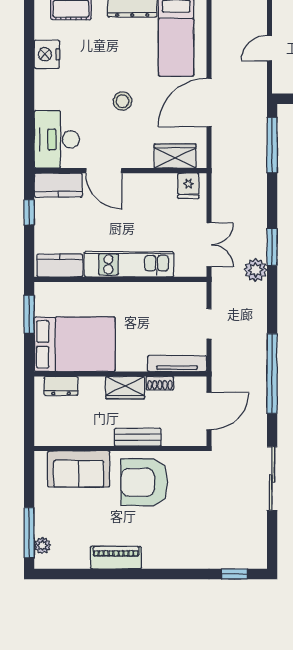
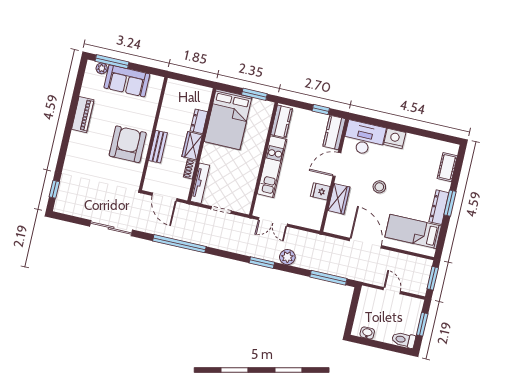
nightstand: (47, 54) -> (395, 139), moved
wardrobe: (175, 156) -> (339, 199), moved
fridge: (188, 186) -> (320, 191), moved
plant: (256, 270) -> (287, 257), moved
dresser: (61, 386) -> (199, 121), moved
sofa: (79, 469) -> (127, 81), moved, turned -90

